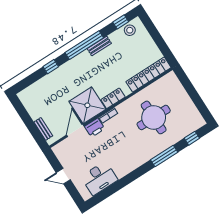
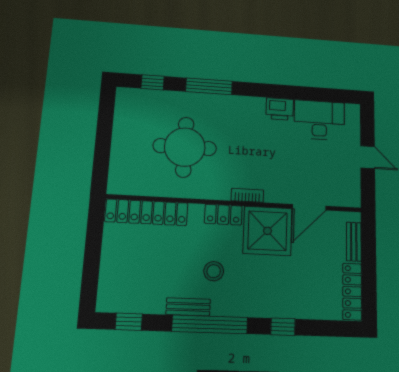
stool: (130, 30) -> (214, 271), moved
locker: (29, 105) -> (352, 291), added
printer: (95, 128) -> (280, 109), moved, turned 180

